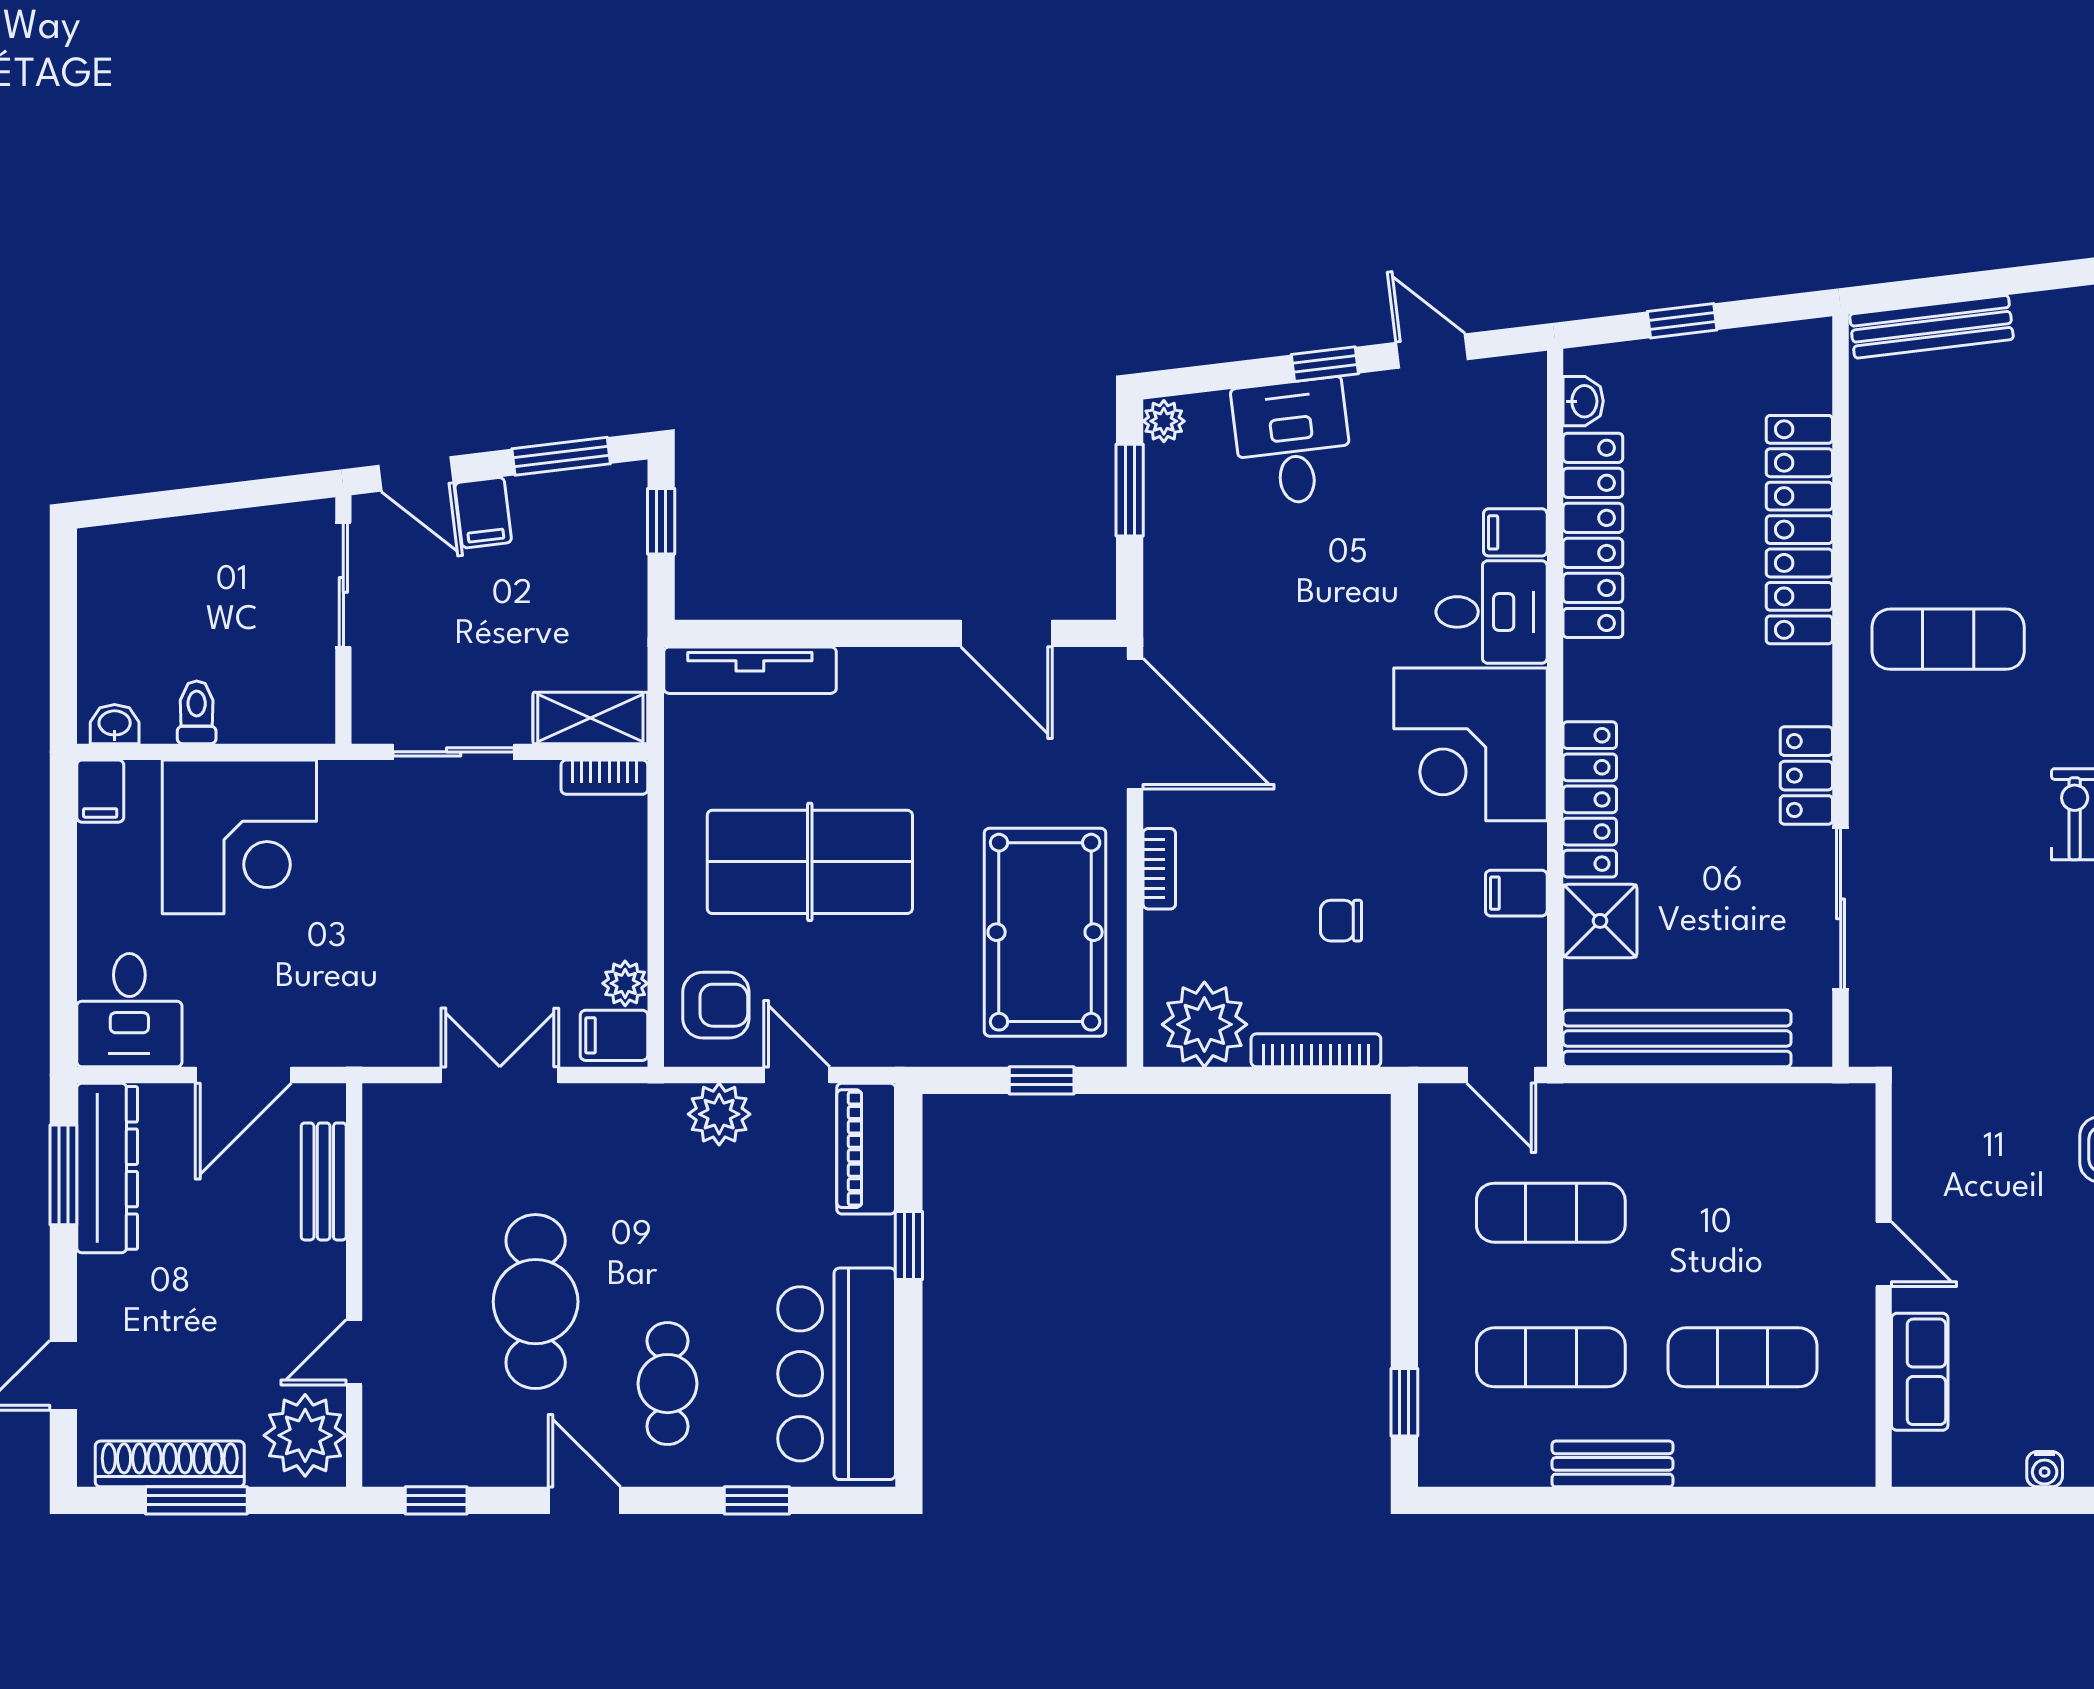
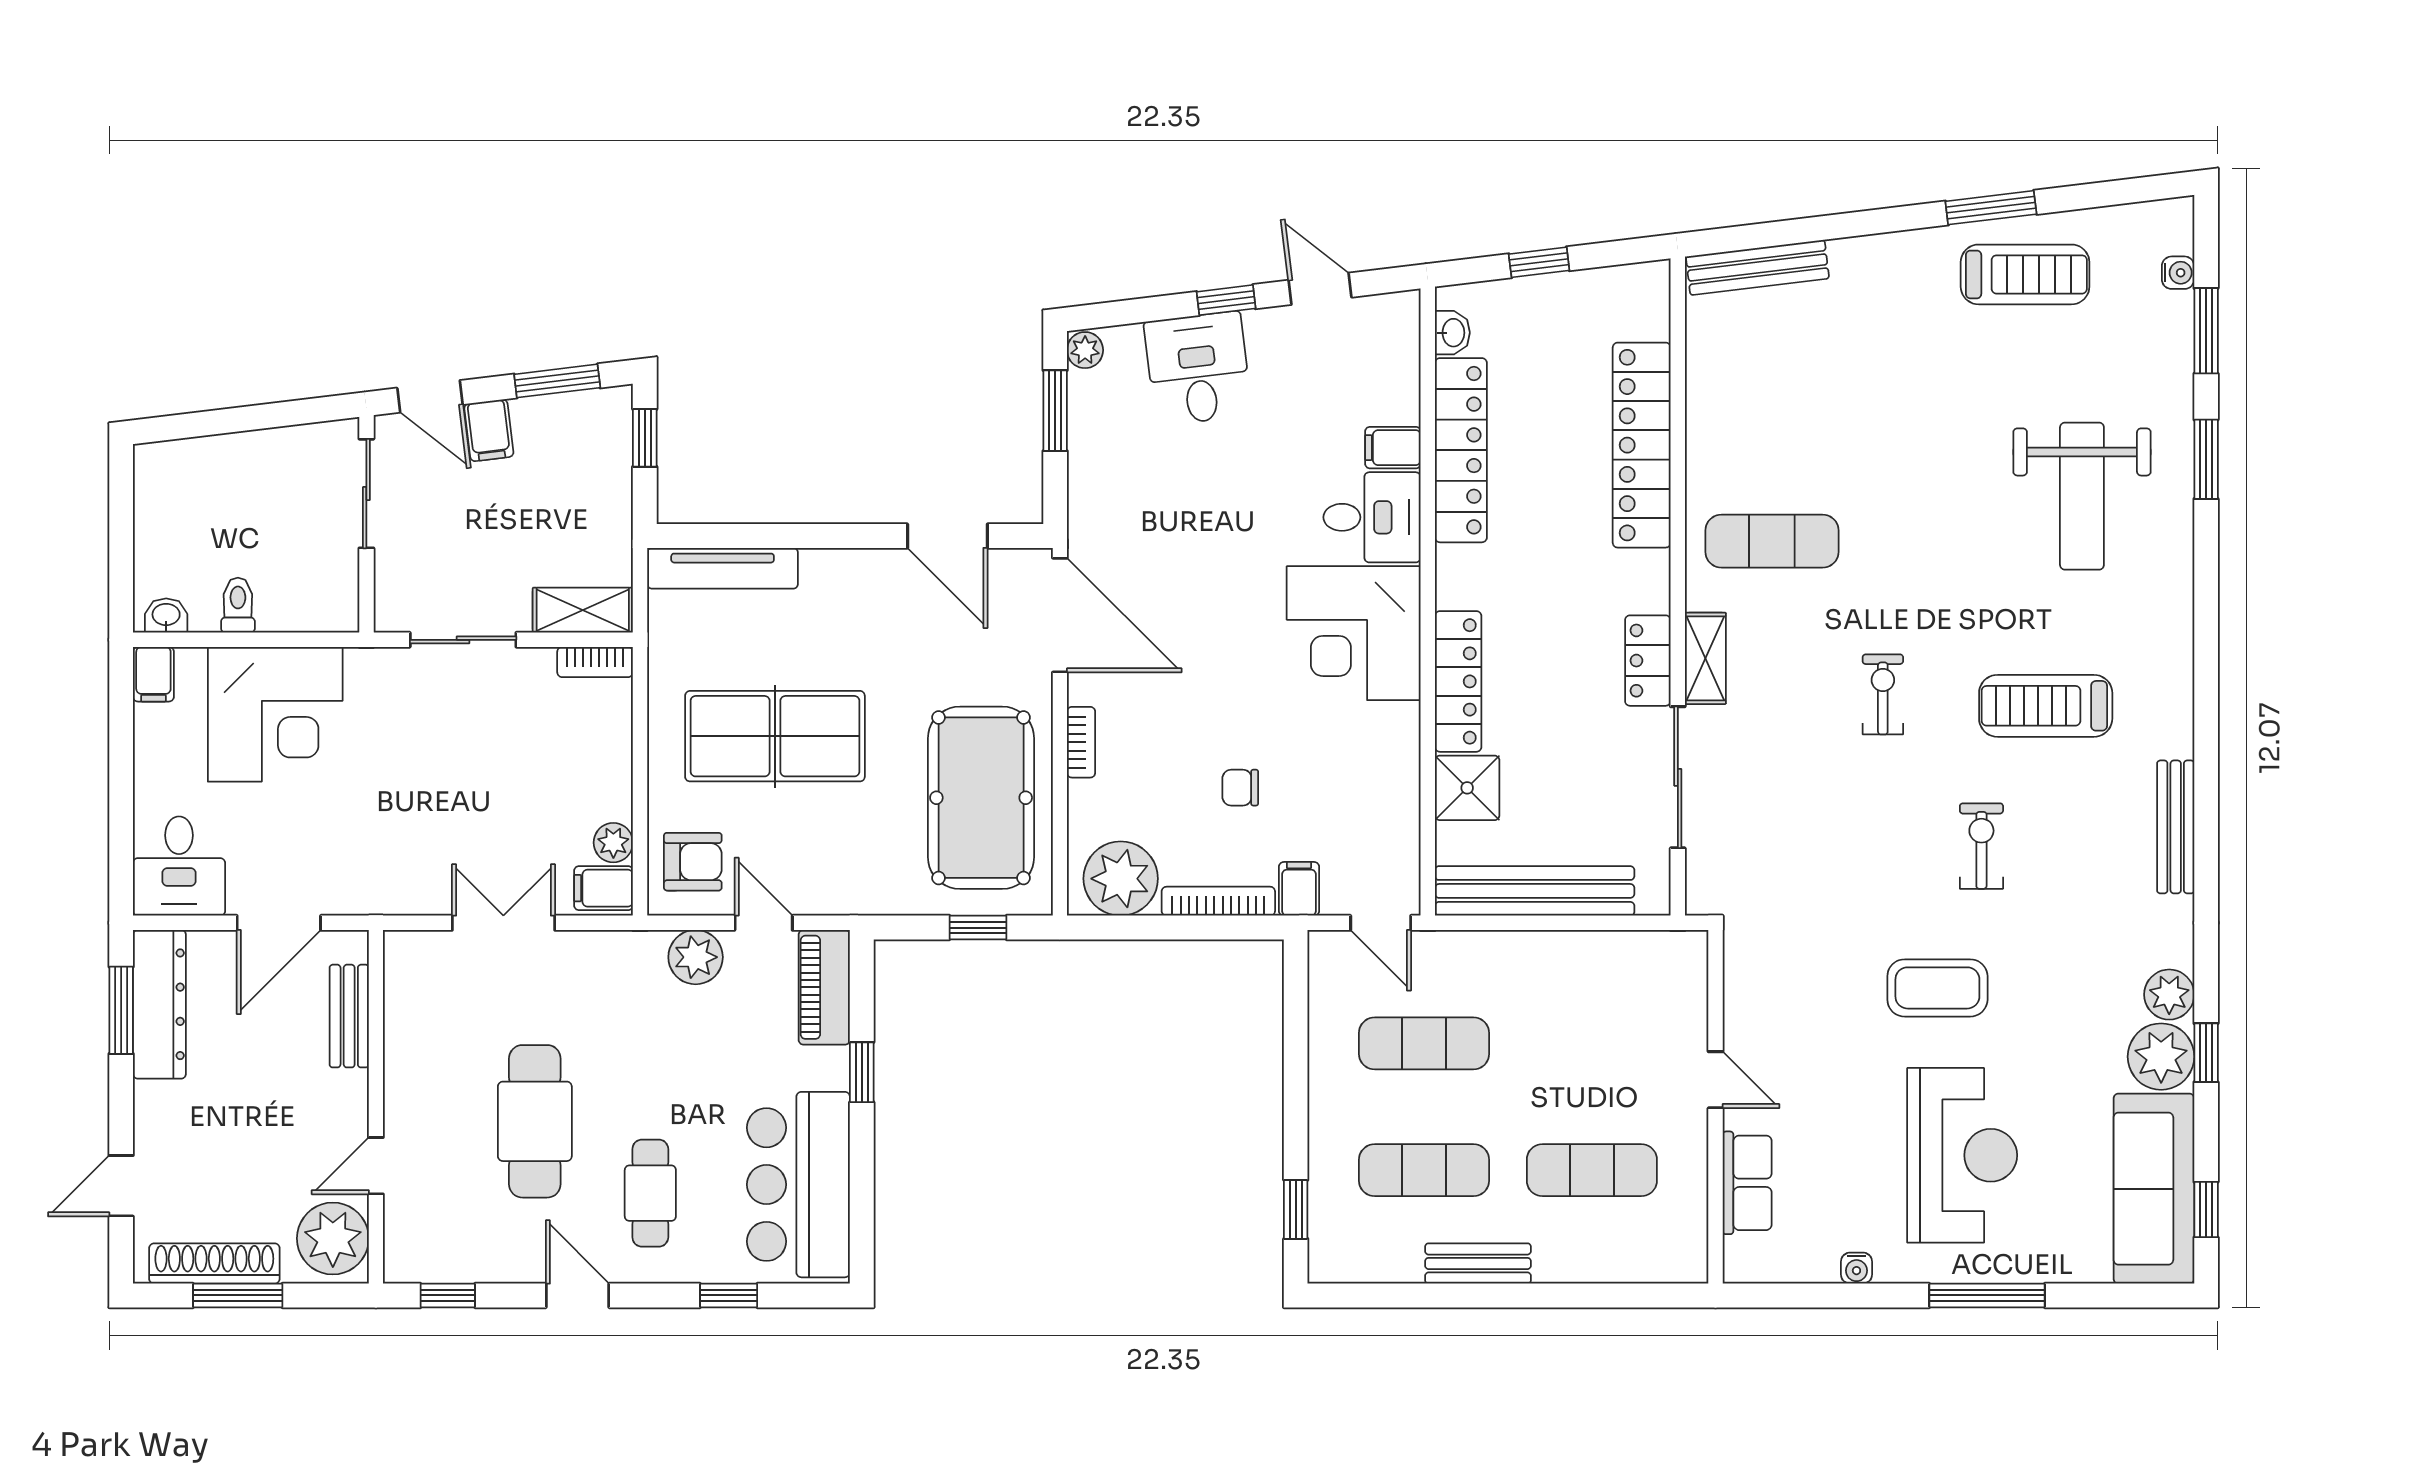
shelving: (1872, 773) -> (1705, 658), added
filing cabinet: (1516, 893) -> (1299, 889), moved, turned 90

